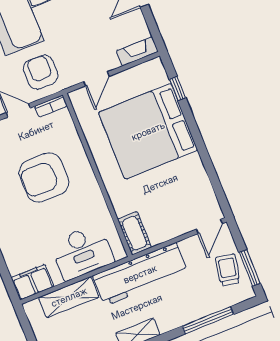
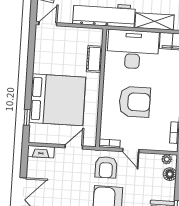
cot: (134, 233) -> (94, 59), moved
desk: (82, 252) -> (133, 49), width x1.36, depth x1.30

